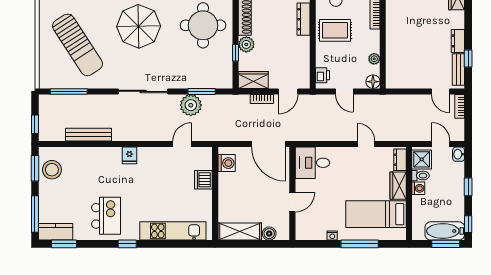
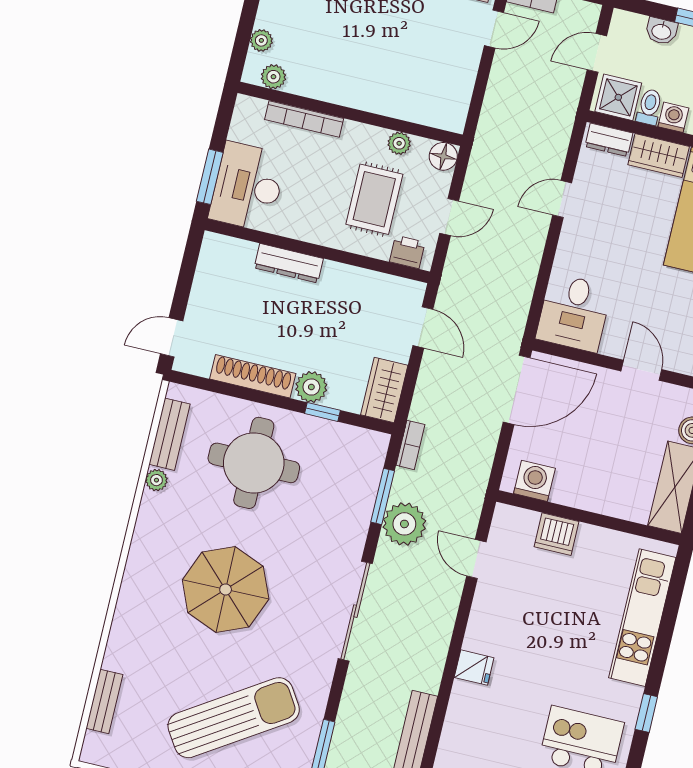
rug: (335, 30) -> (374, 199), moved
bookcase: (262, 99) -> (411, 445), moved
washbasin: (459, 154) -> (661, 31), moved

